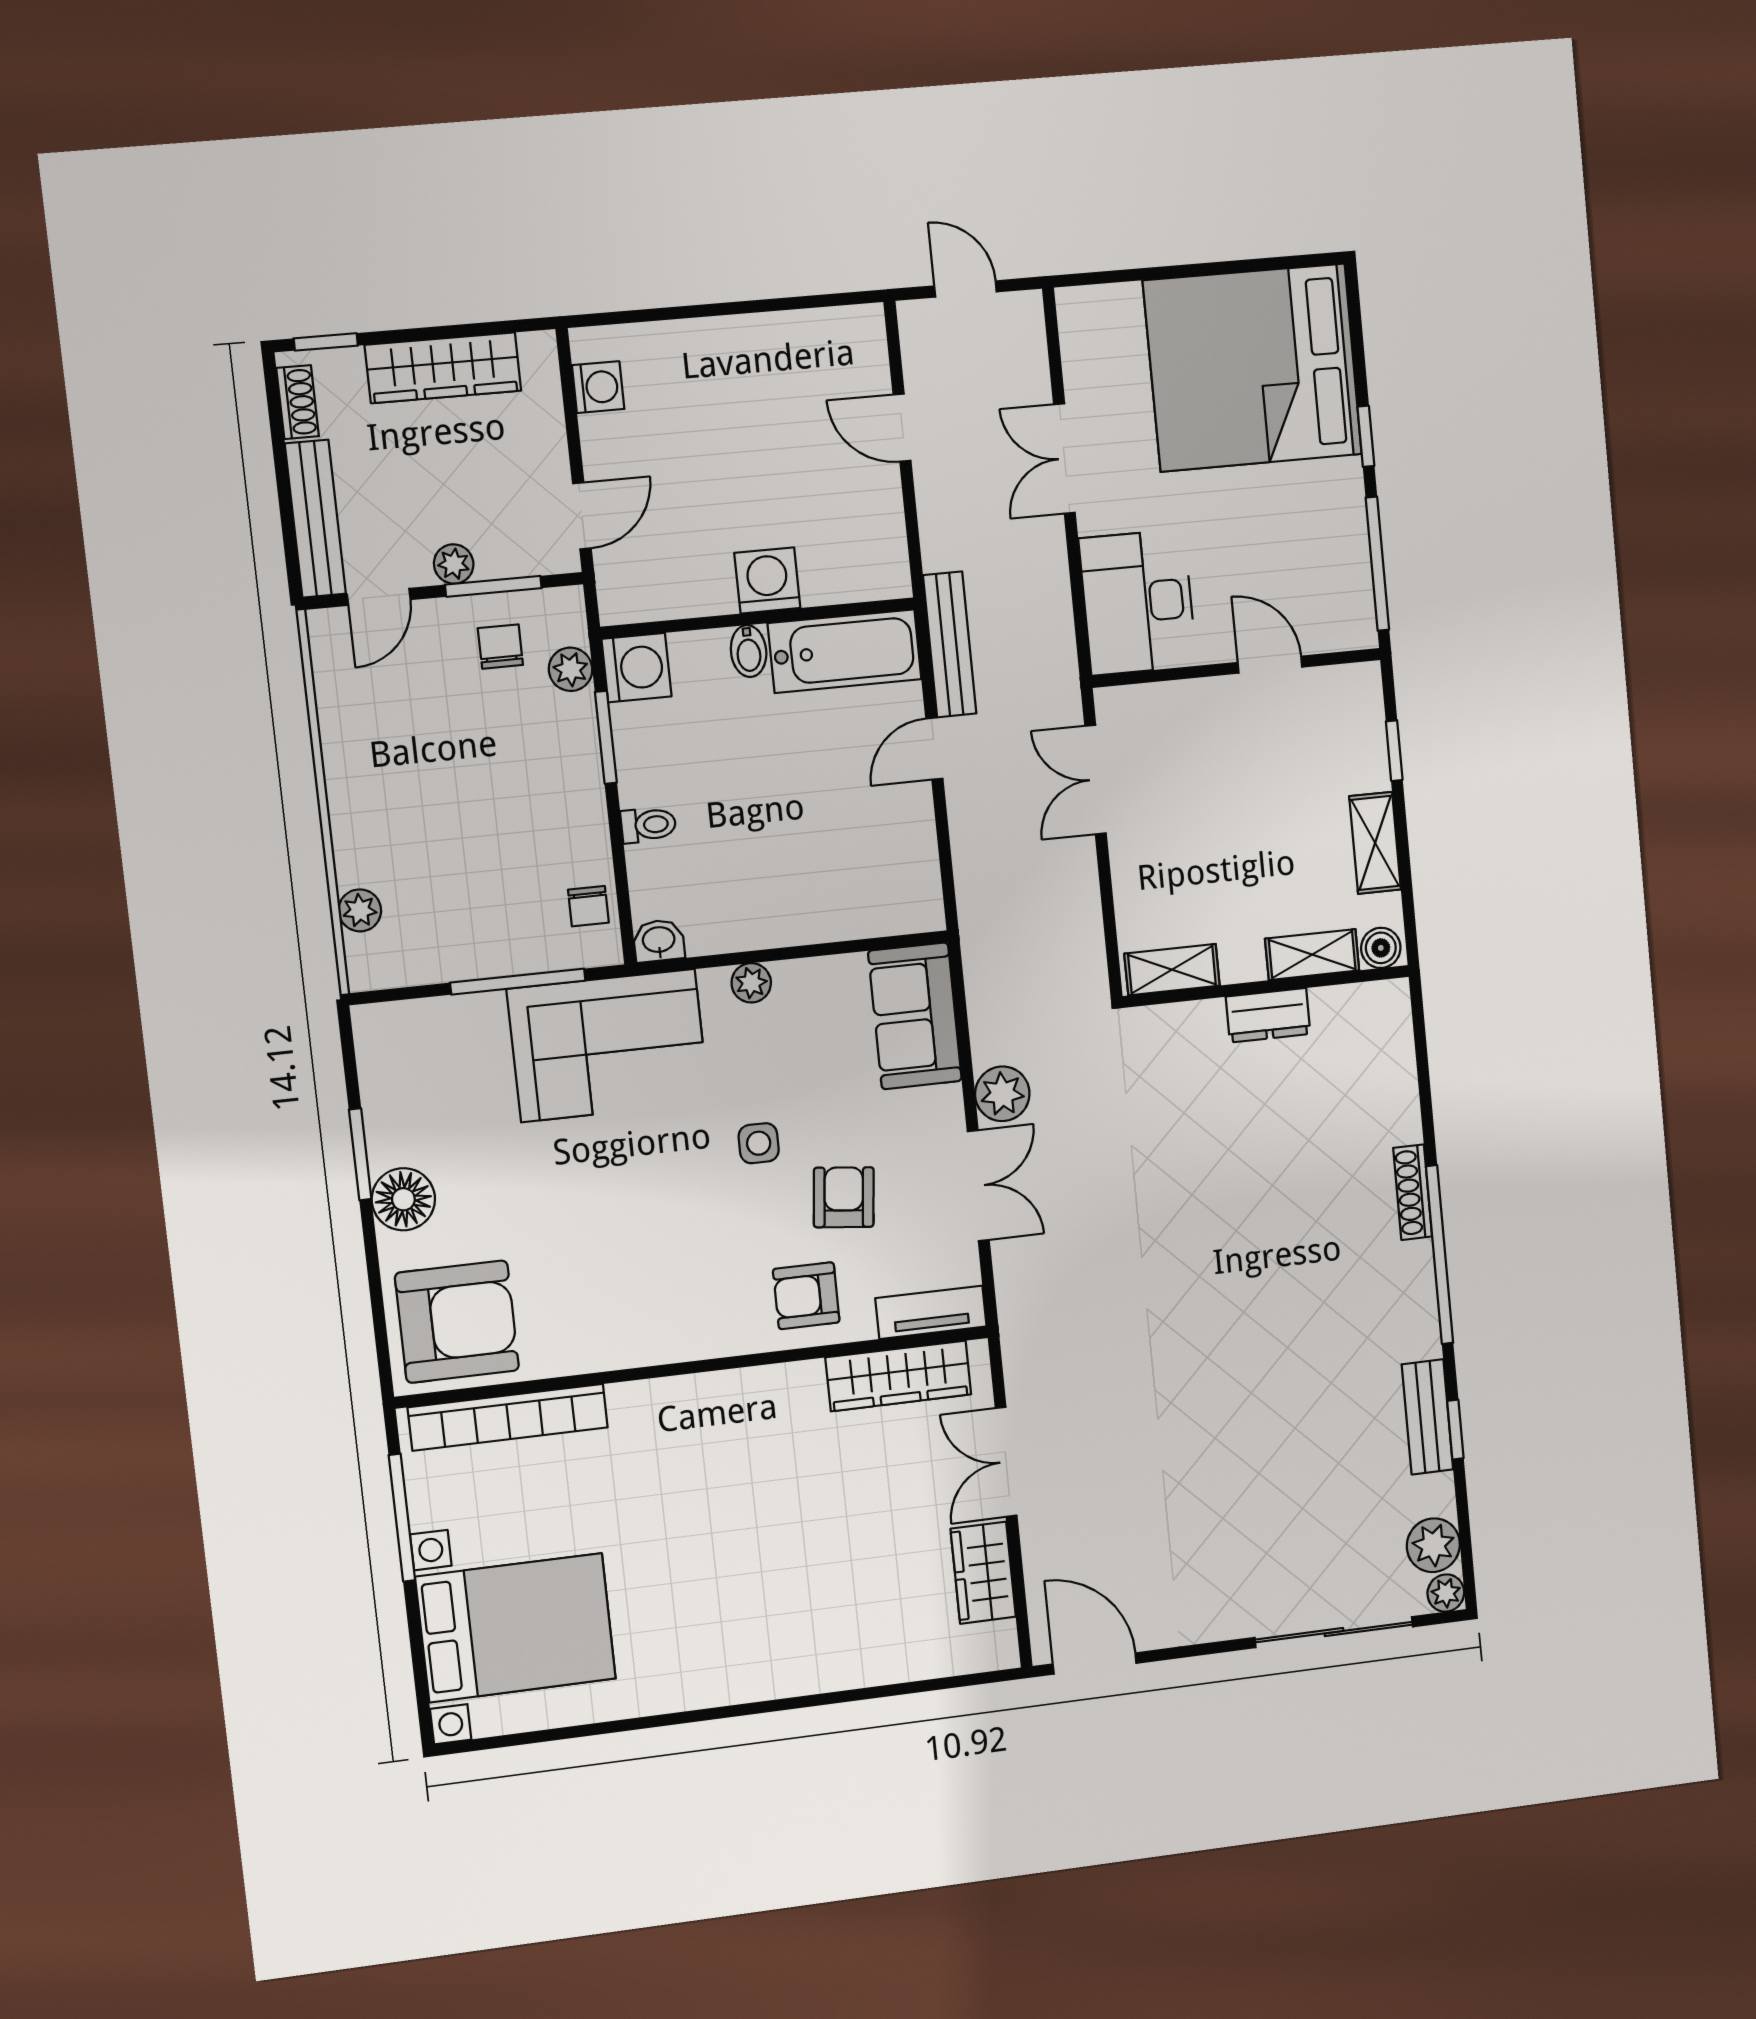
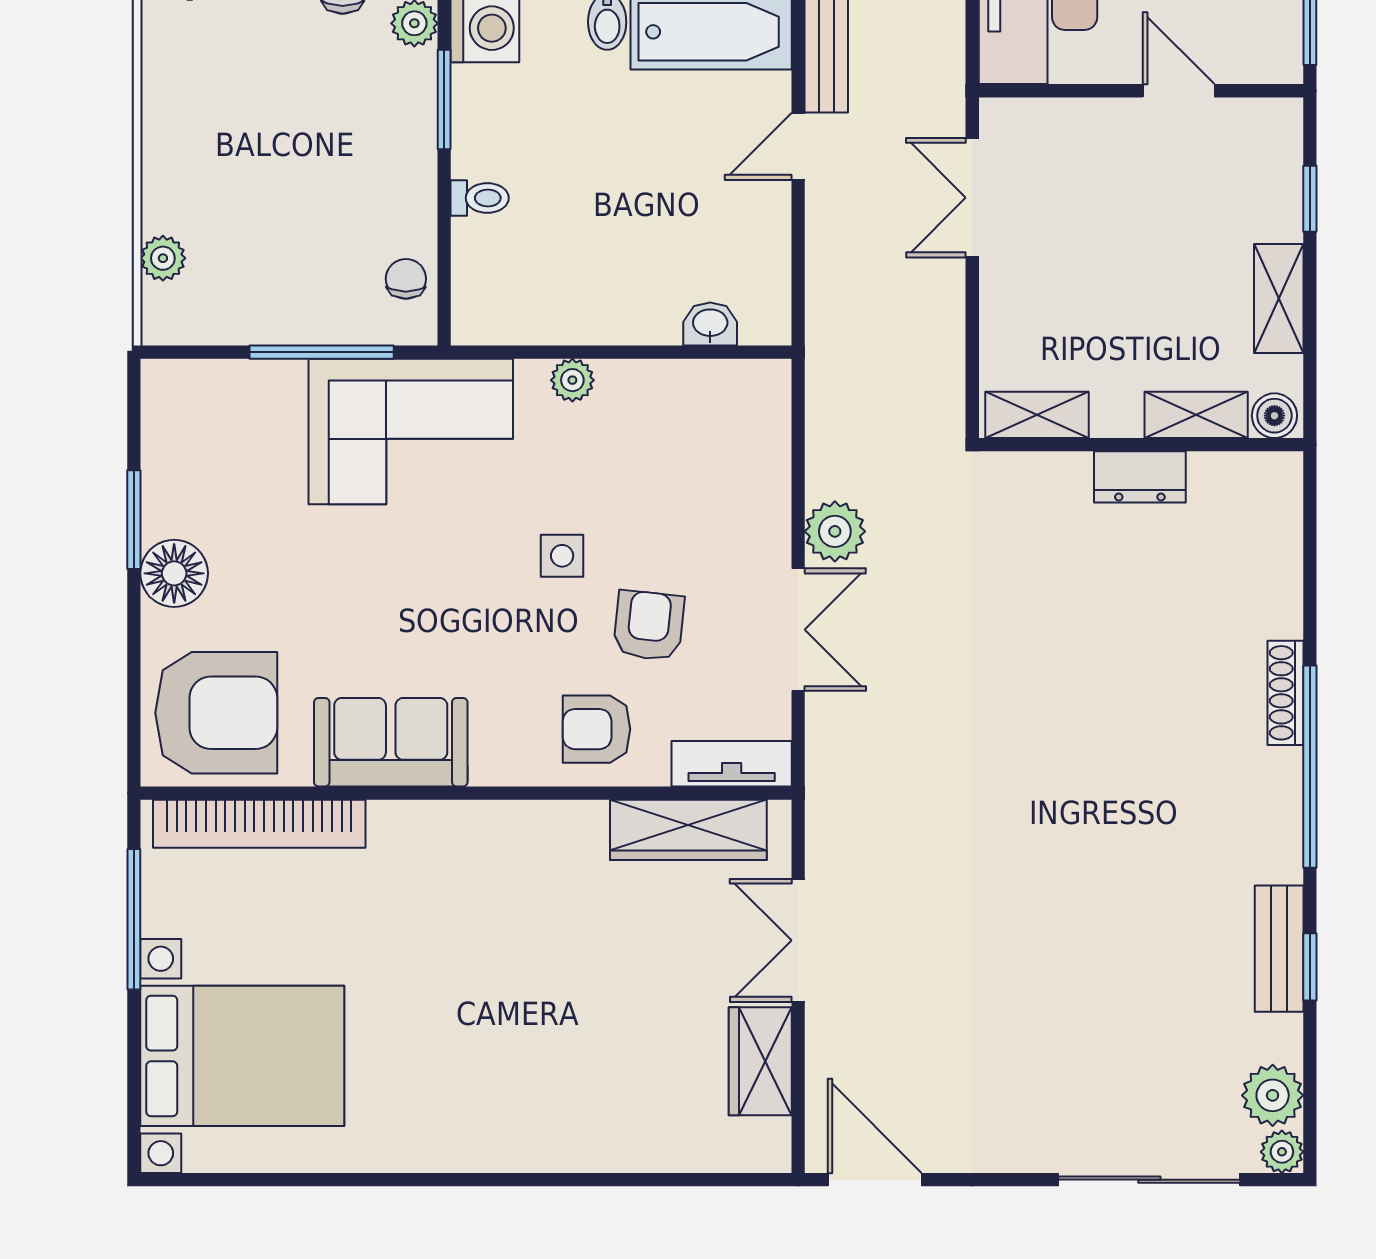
chair: (588, 906) -> (406, 279), turned 180
washbasin: (659, 941) -> (710, 324), moved
sofa: (915, 1016) -> (391, 742), moved, turned 90

